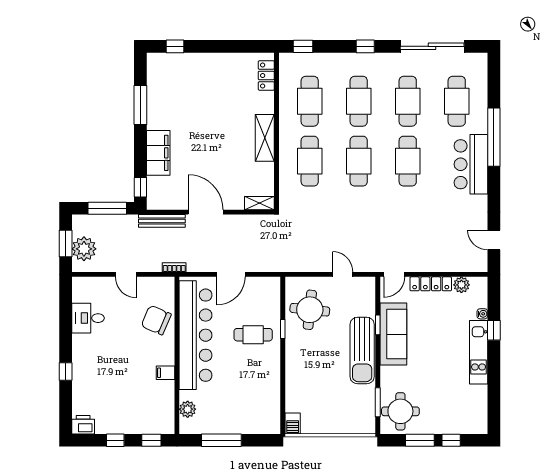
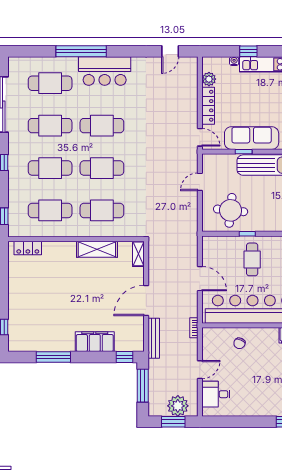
shelving: (265, 138) -> (97, 249), moved
desk: (88, 318) -> (216, 394), moved, turned 90
chair: (156, 320) -> (239, 343), width x0.54, depth x0.54

